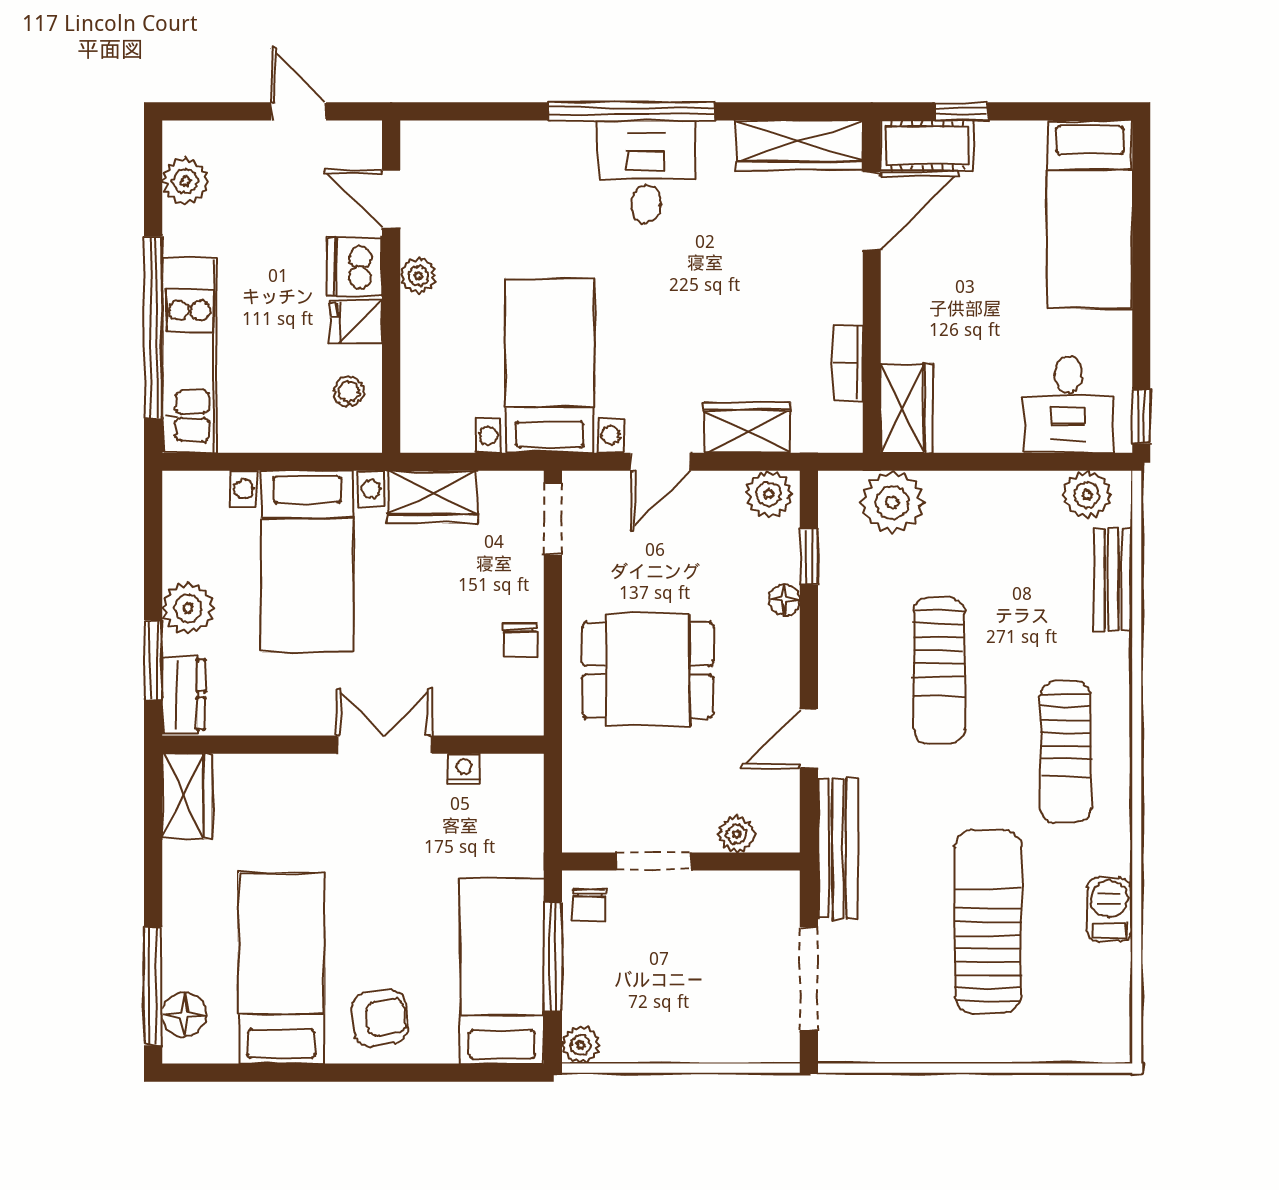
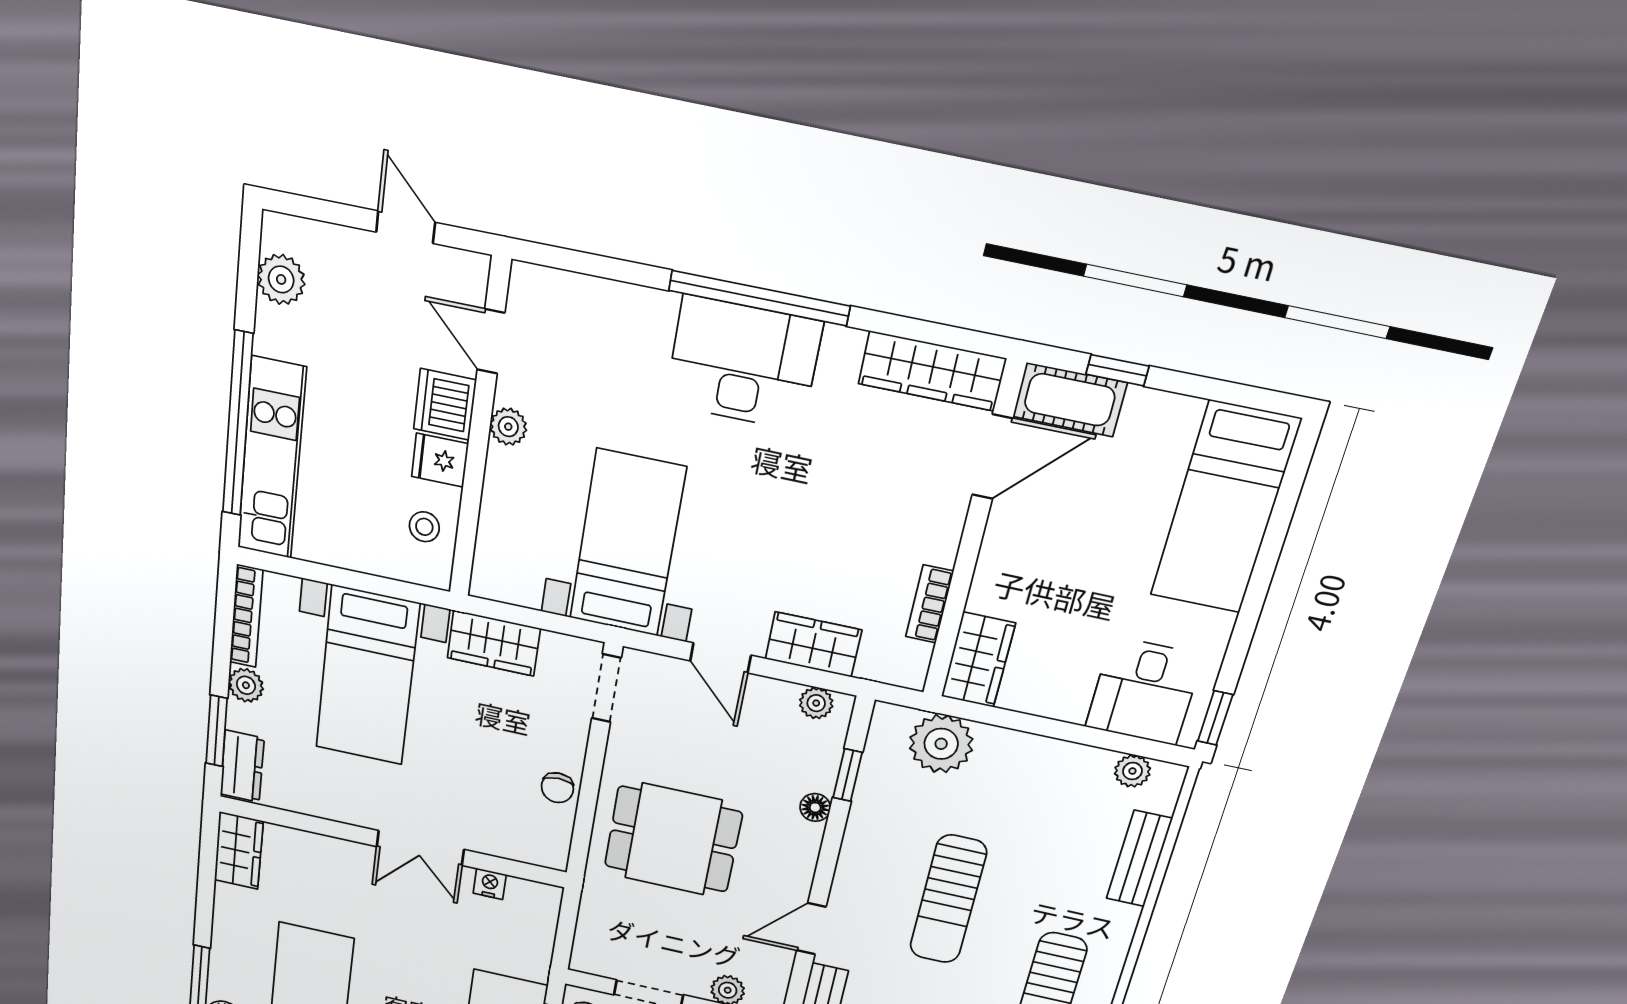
desk: (646, 172) -> (743, 363), width x1.37
door: (660, 462) -> (721, 658), hinge flipped
plant: (769, 494) -> (816, 703), width x0.73, depth x0.73
plant: (1087, 495) -> (1132, 771), width x0.73, depth x0.73
bookcase: (176, 525) -> (246, 616), added
plant: (188, 608) -> (246, 685), width x0.73, depth x0.73
double door: (384, 745) -> (420, 848), swing flipped

